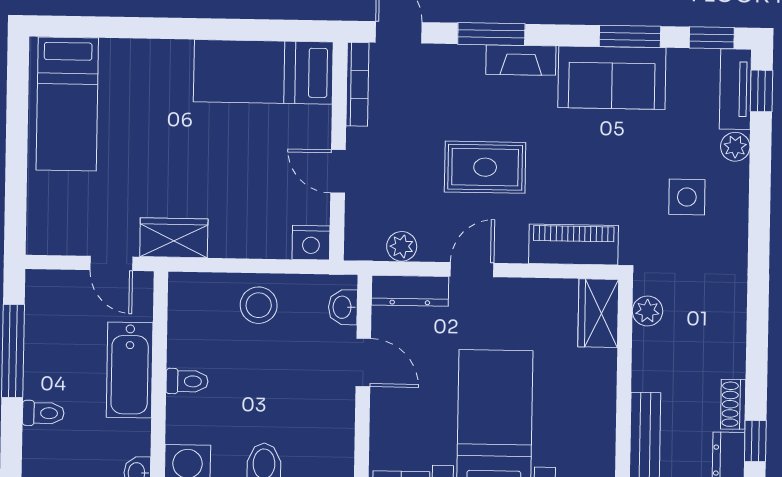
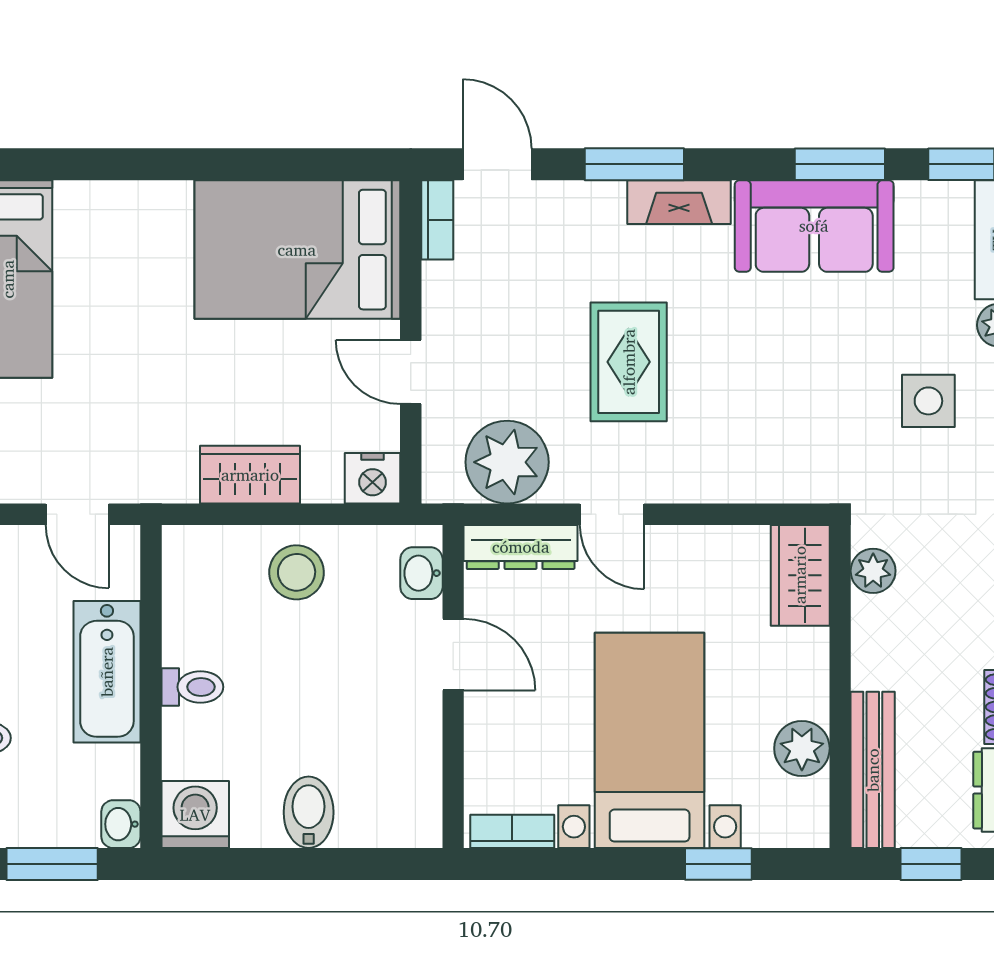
bed: (263, 72) -> (297, 250), width x1.50
bookcase: (357, 84) -> (437, 220), width x0.64
rug: (485, 167) -> (629, 362), turned 90
wardrobe: (174, 238) -> (250, 475), moved
piano: (573, 244) -> (762, 474), removed
plant: (402, 246) -> (507, 462), width x1.88, depth x1.88
door: (472, 270) -> (612, 514), swing flipped
plant: (597, 430) -> (802, 748), added

